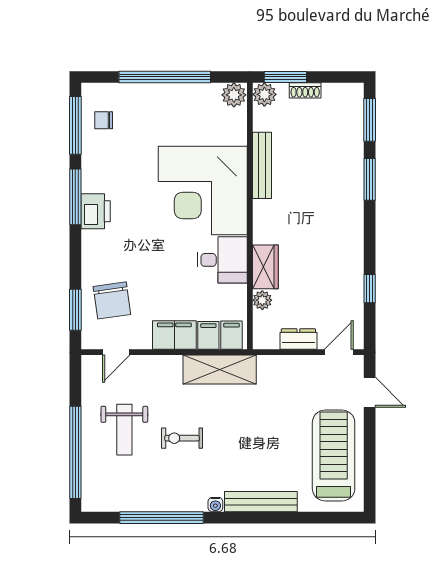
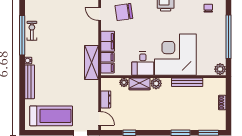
window: (285, 77) -> (229, 93), removed
plant: (264, 94) -> (156, 83), moved
weight bench: (124, 430) -> (63, 18), removed
exercise bike: (182, 438) -> (32, 31), moved

